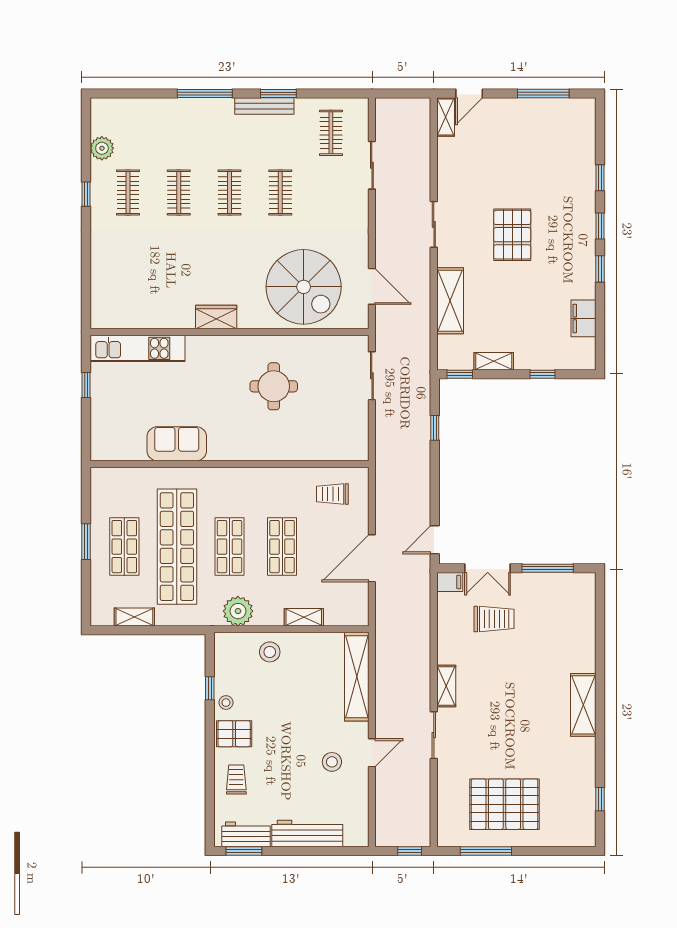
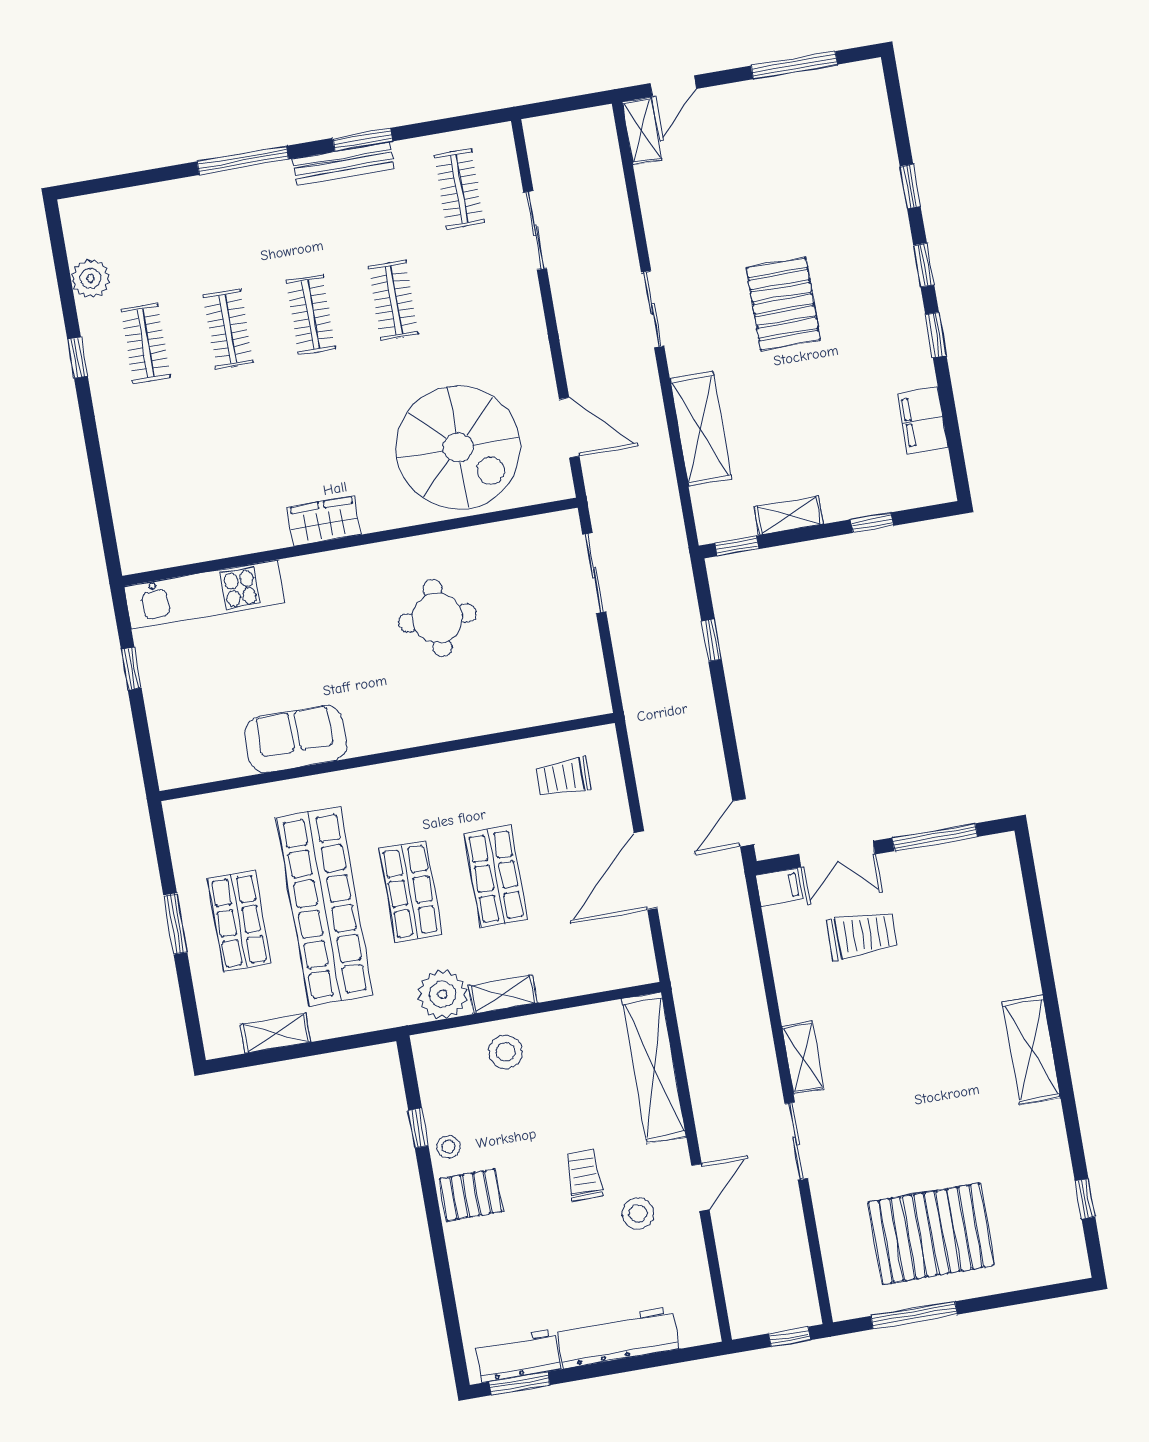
shelving: (304, 617) -> (503, 994), moved
trolley: (236, 779) -> (584, 1175), moved

